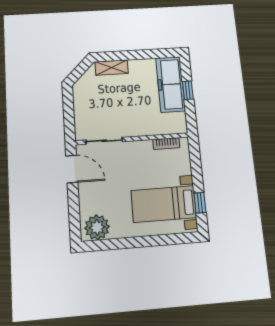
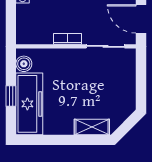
boiler: (179, 120) -> (24, 64), added
bookcase: (166, 144) -> (68, 39), moved

